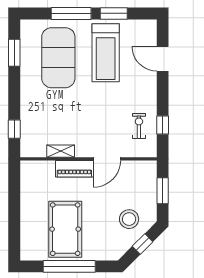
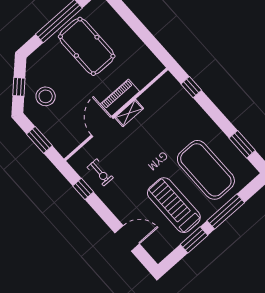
shelving: (61, 151) -> (129, 113), moved

